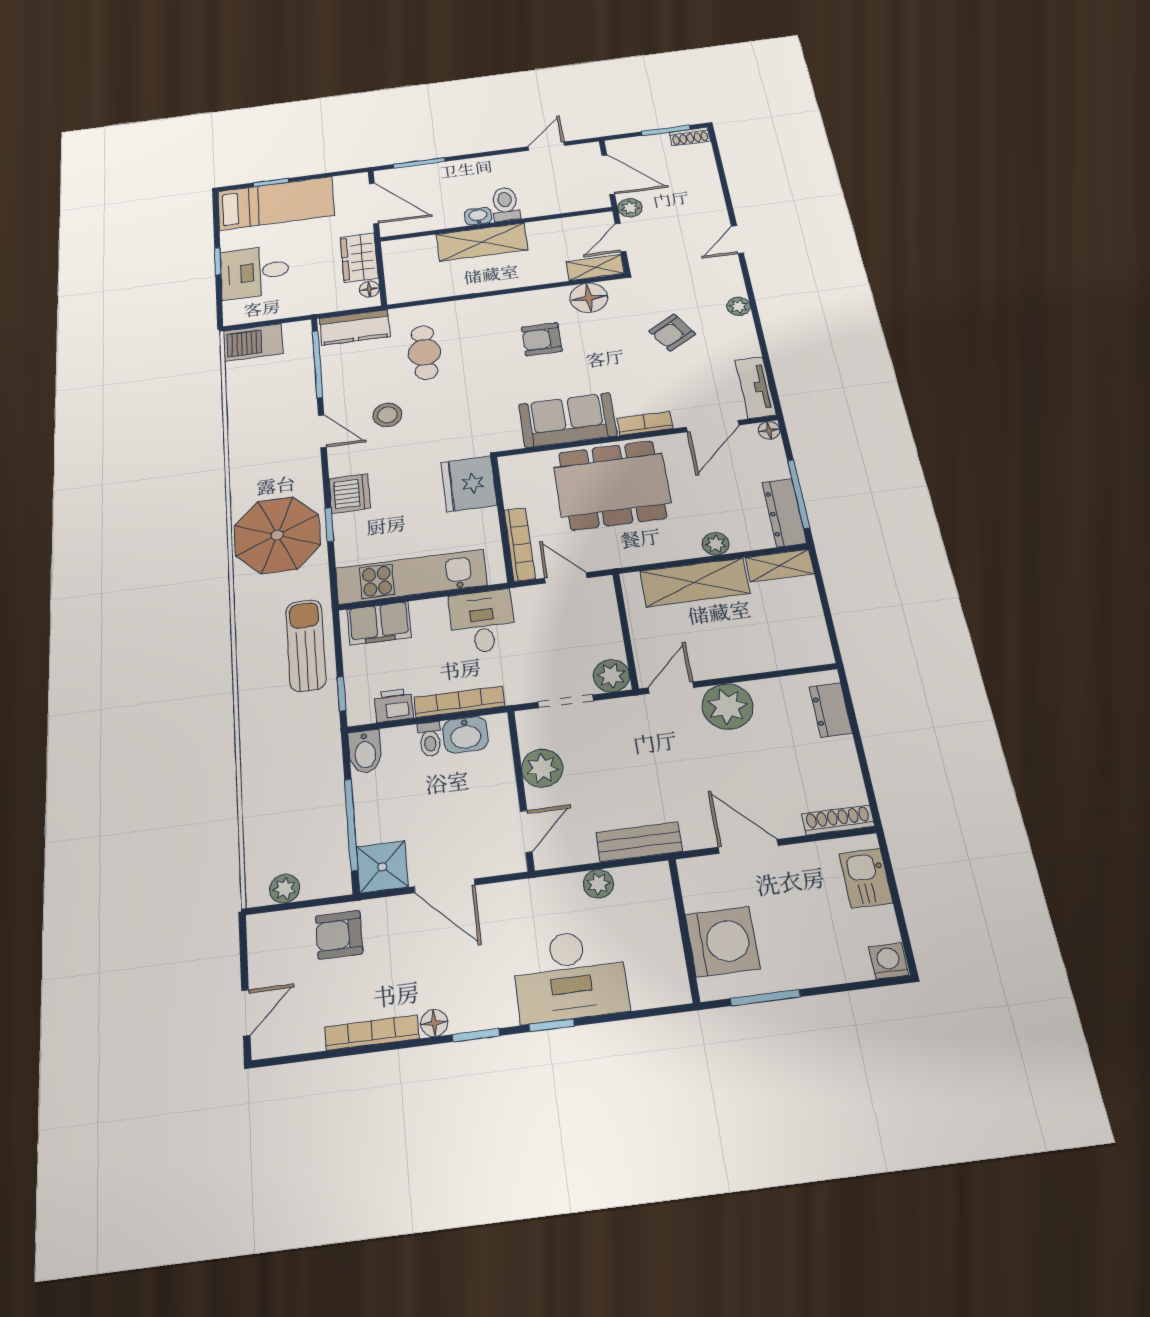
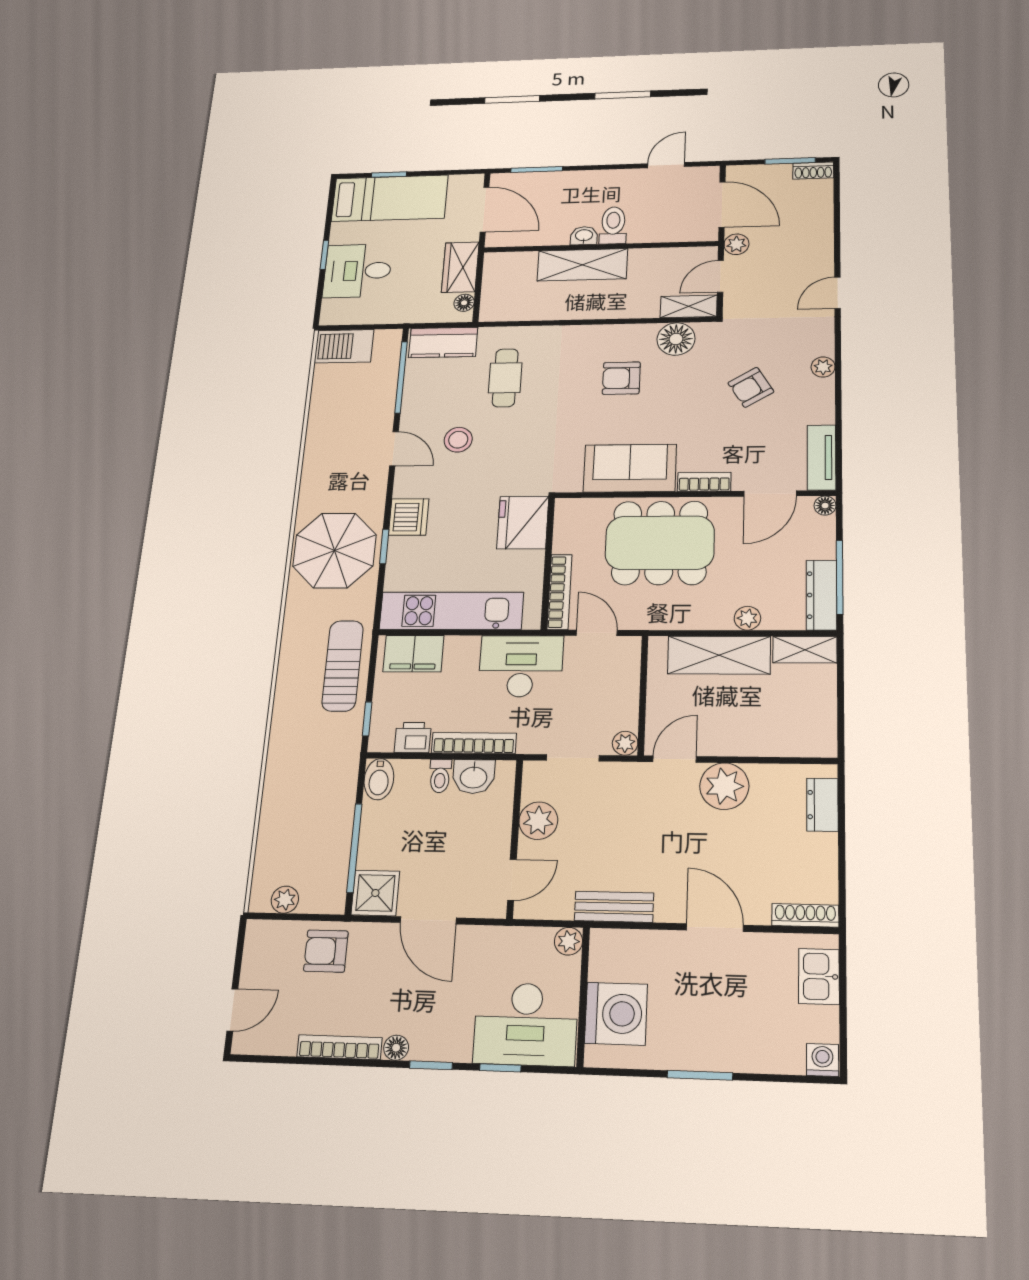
desk: (482, 622) -> (521, 666), width x1.37
plant: (611, 676) -> (625, 743), width x0.73, depth x0.73
wall: (684, 930) -> (583, 996), moved
washing machine: (723, 942) -> (616, 1014), moved

